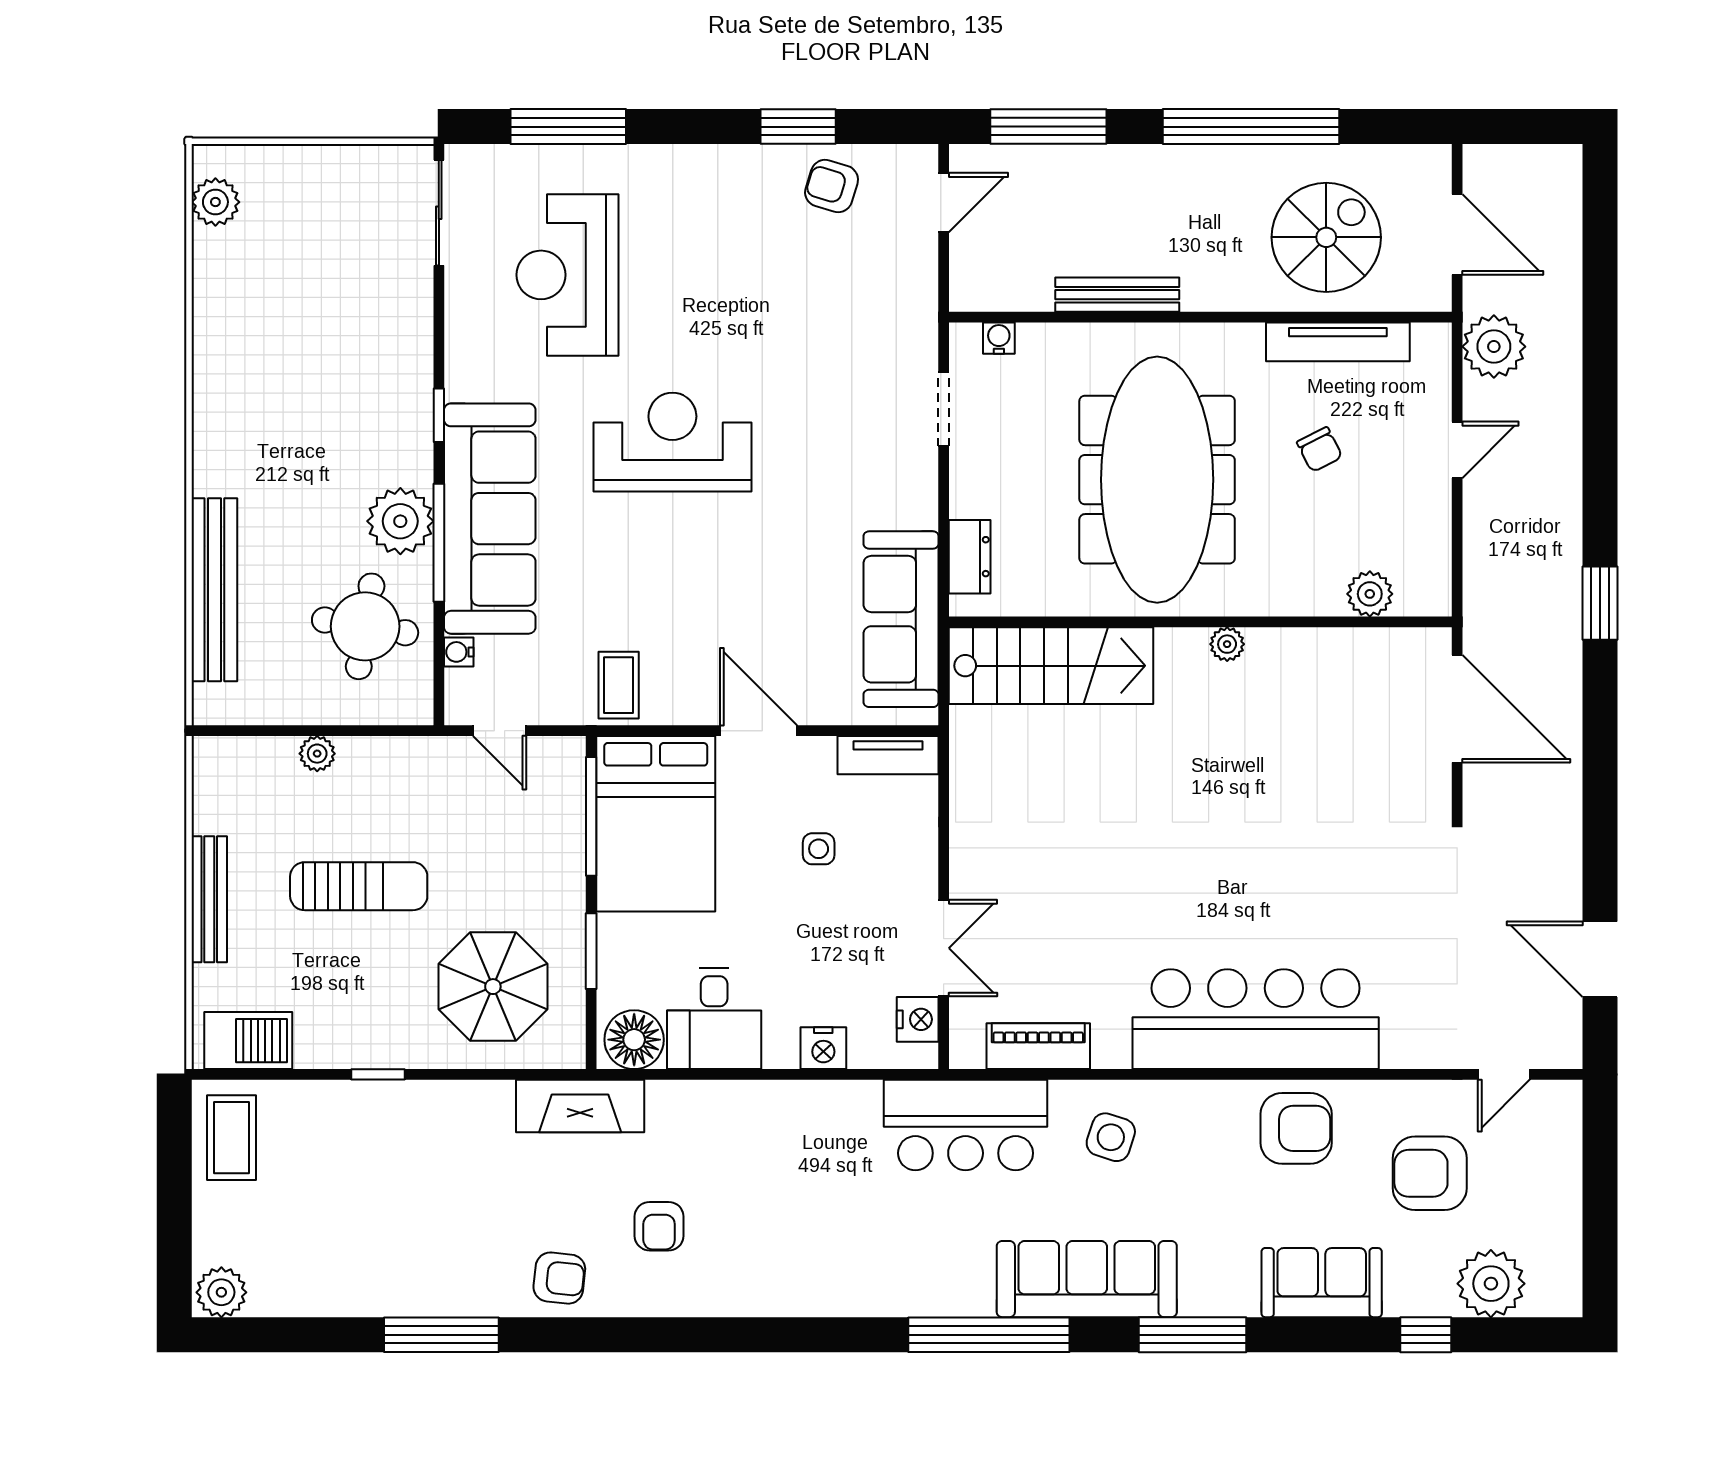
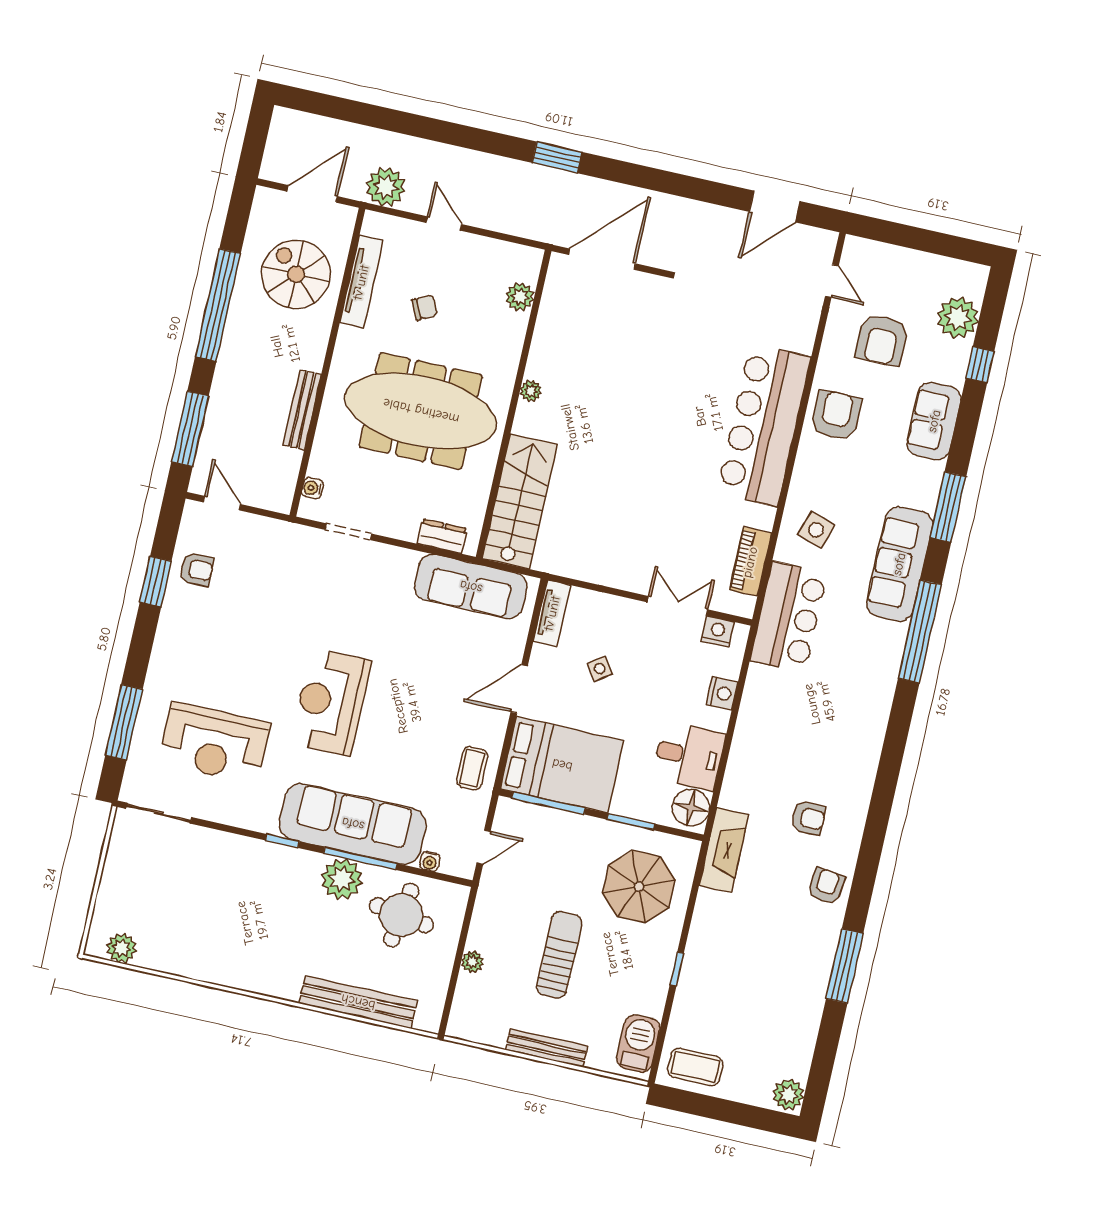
armchair: (832, 186) -> (196, 569), turned -107
coffee table: (619, 685) -> (472, 768), turned 90
side table: (819, 849) -> (600, 669), turned -34

